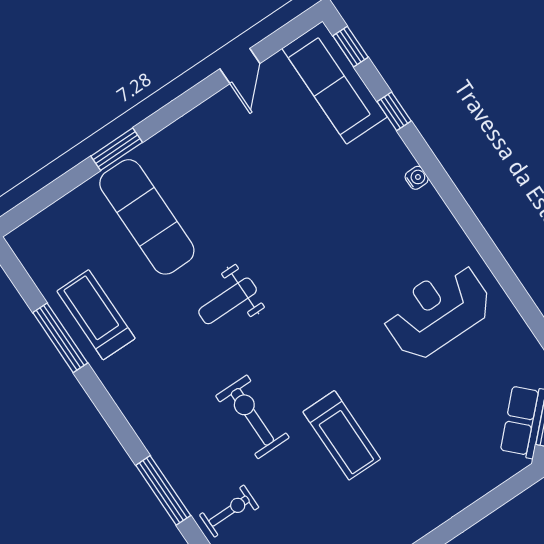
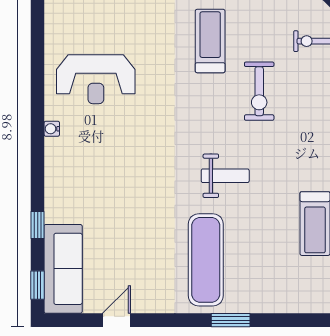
water cooler: (417, 178) -> (52, 129), moved
exercise mat: (147, 217) -> (206, 260), moved

